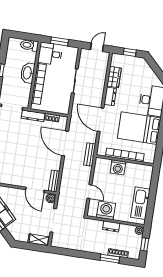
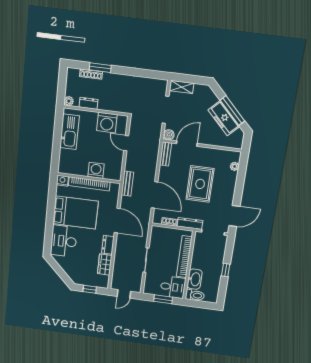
washbasin: (28, 73) -> (195, 279), moved
rug: (23, 153) -> (200, 184), added
nightstand: (150, 158) -> (62, 181), added
door: (35, 190) -> (187, 144), hinge flipped
dresser: (111, 226) -> (89, 103), moved
window: (145, 244) -> (62, 85), removed

